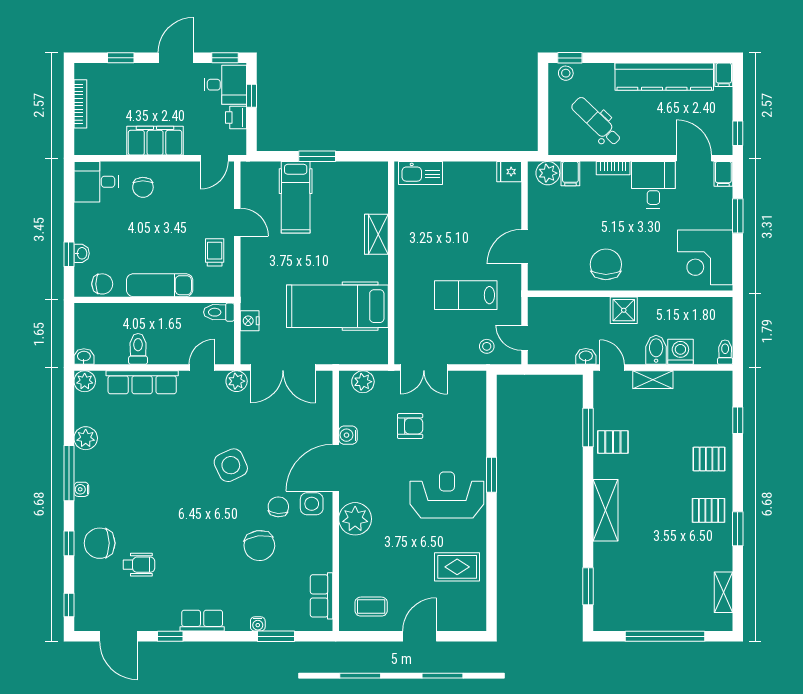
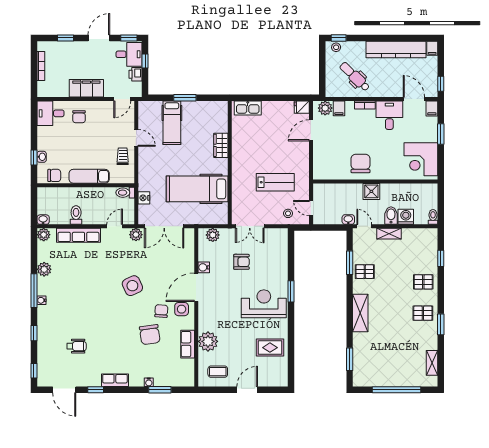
door: (524, 247) -> (311, 130), moved
lab bench: (466, 295) -> (275, 182), turned 180
plant: (355, 519) -> (208, 341), moved
chair: (100, 543) -> (53, 333), removed
row of seats: (322, 596) -> (188, 344), moved

